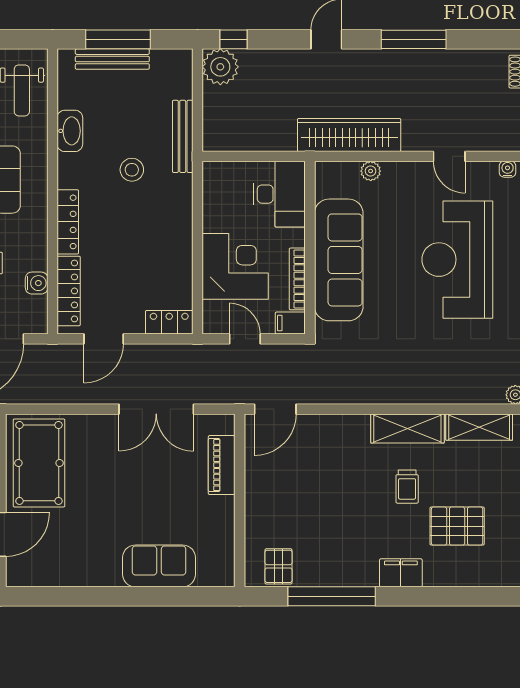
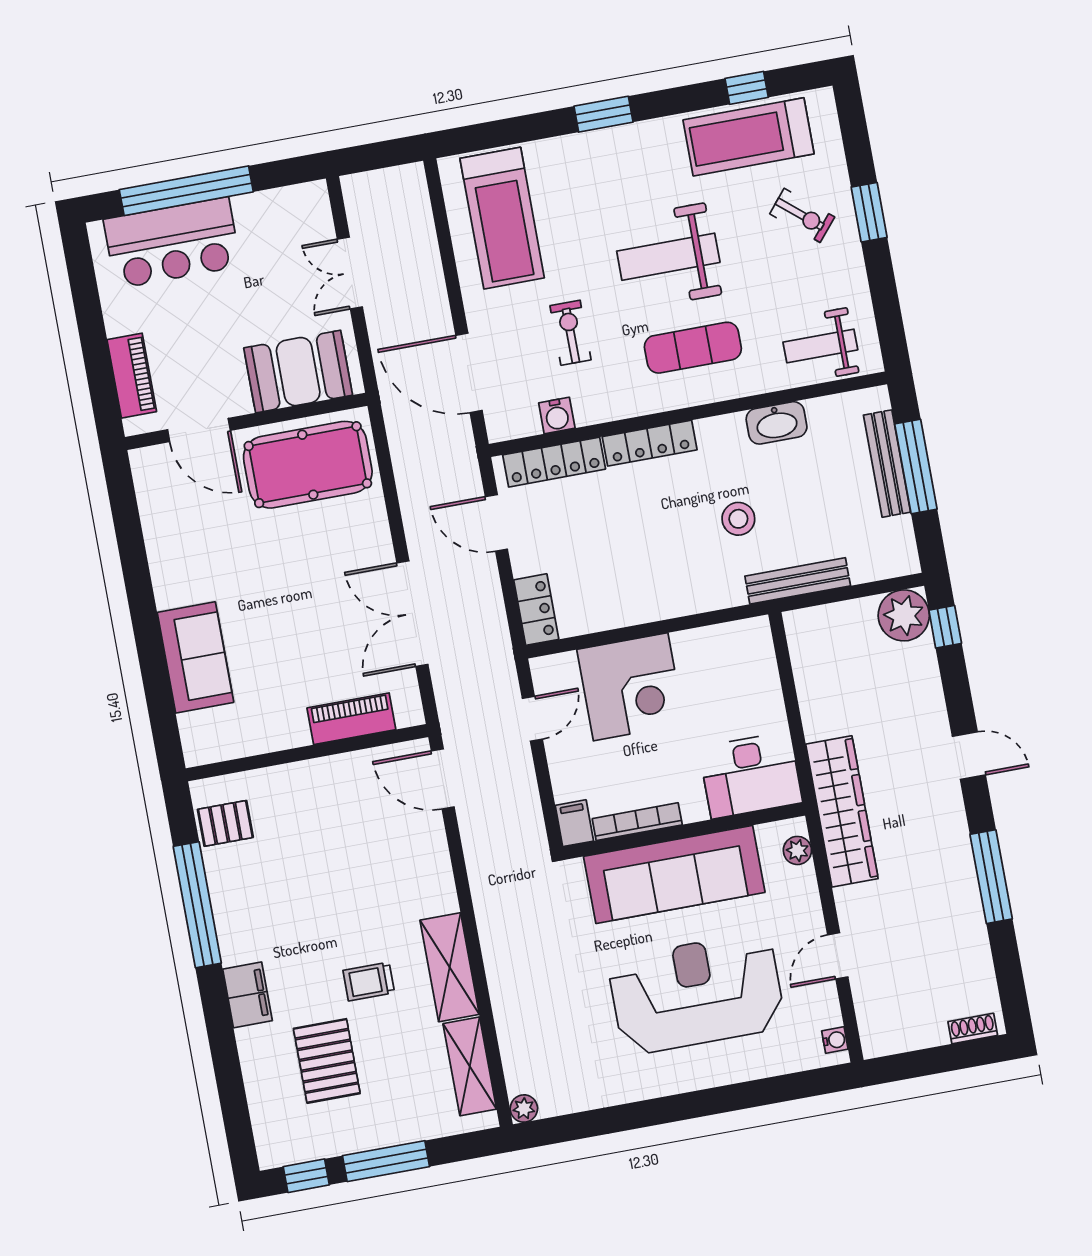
desk: (279, 194) -> (751, 775), moved
wall: (310, 248) -> (684, 831), moved
sofa: (339, 260) -> (674, 874), moved
bookcase: (297, 279) -> (637, 822), moved
filing cabinet: (290, 323) -> (574, 823), moved

